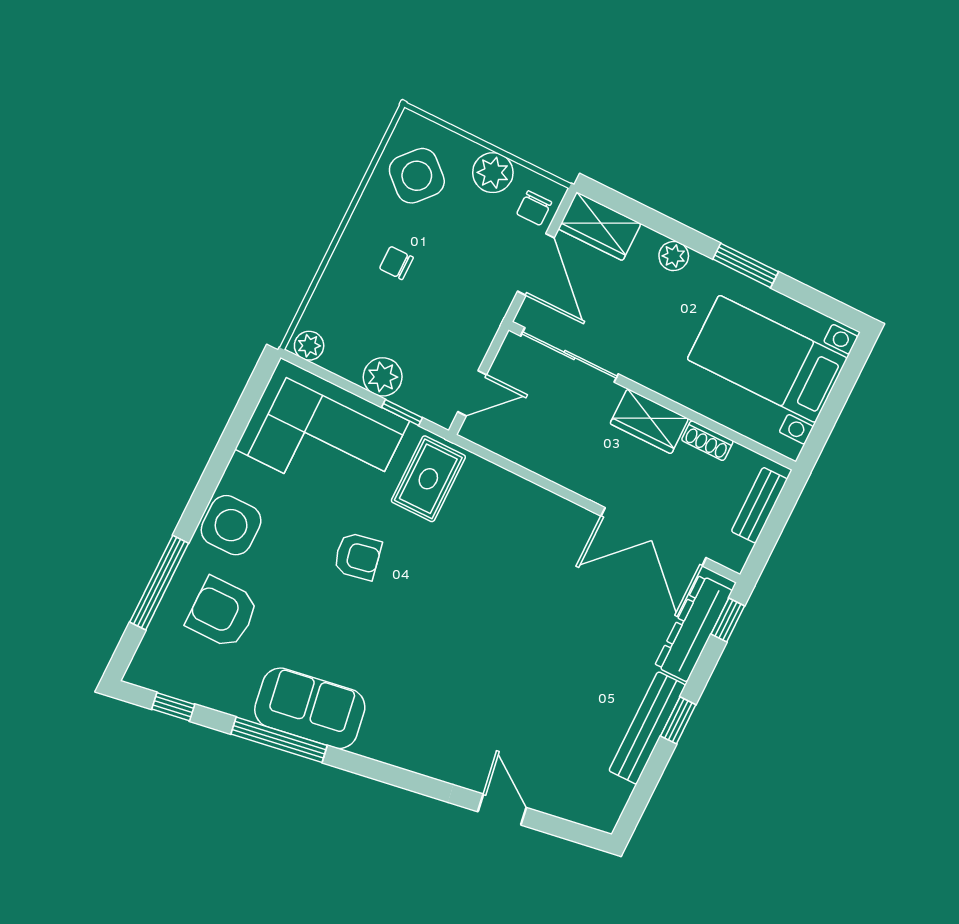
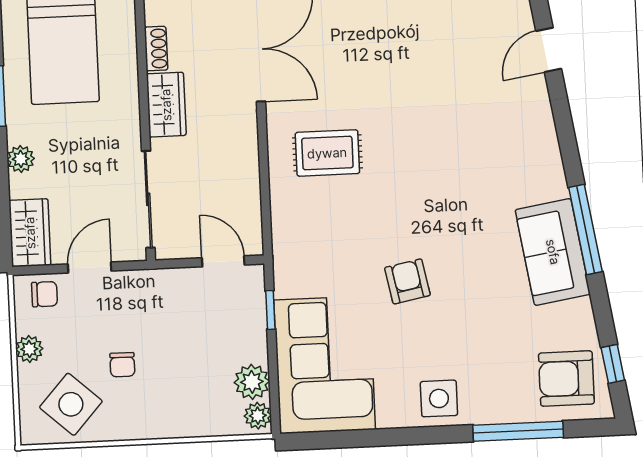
plant: (493, 173) -> (29, 349), width x0.73, depth x0.73
chair: (396, 263) -> (122, 365), moved
door: (536, 264) -> (90, 267), width x0.73
plant: (383, 377) -> (252, 382), moved
rug: (428, 479) -> (327, 153), moved
side table: (231, 525) -> (439, 398), width x0.73, depth x0.73
armchair: (222, 613) -> (566, 379), moved, turned 90
window: (279, 740) -> (585, 230), moved

